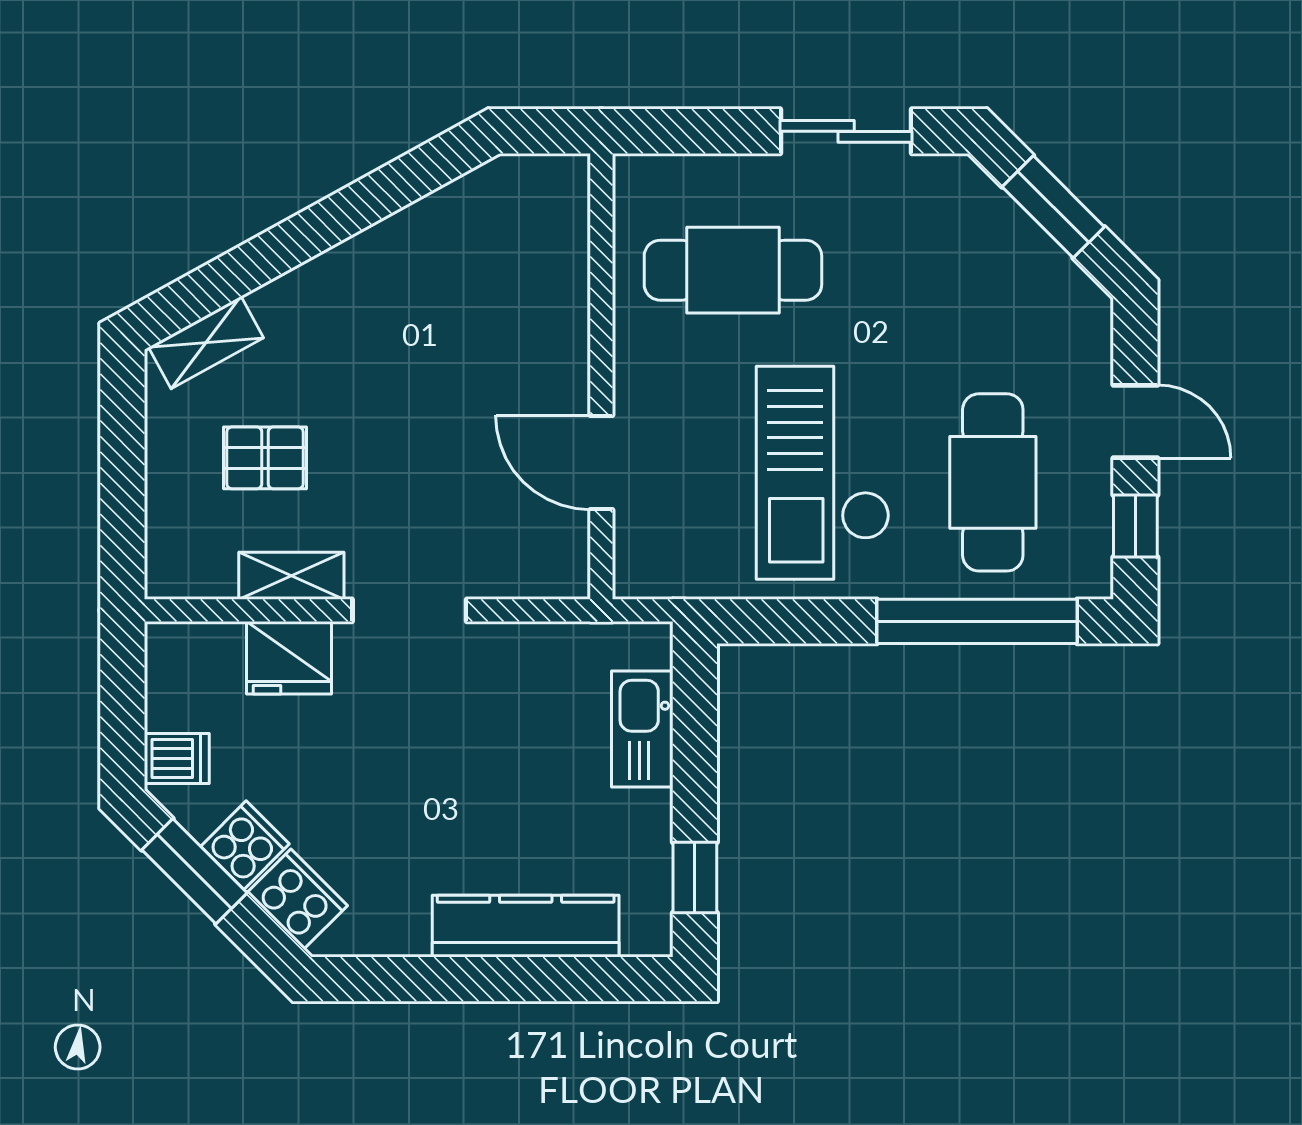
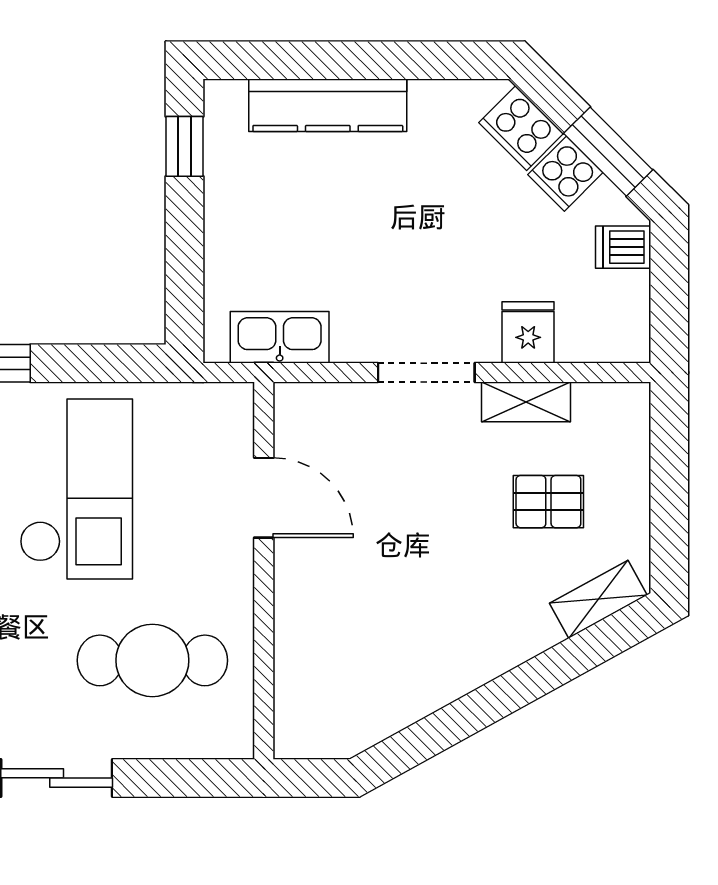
fridge: (289, 658) -> (528, 332), width x0.72
kitchen sink: (642, 729) -> (280, 337), moved, turned -90

